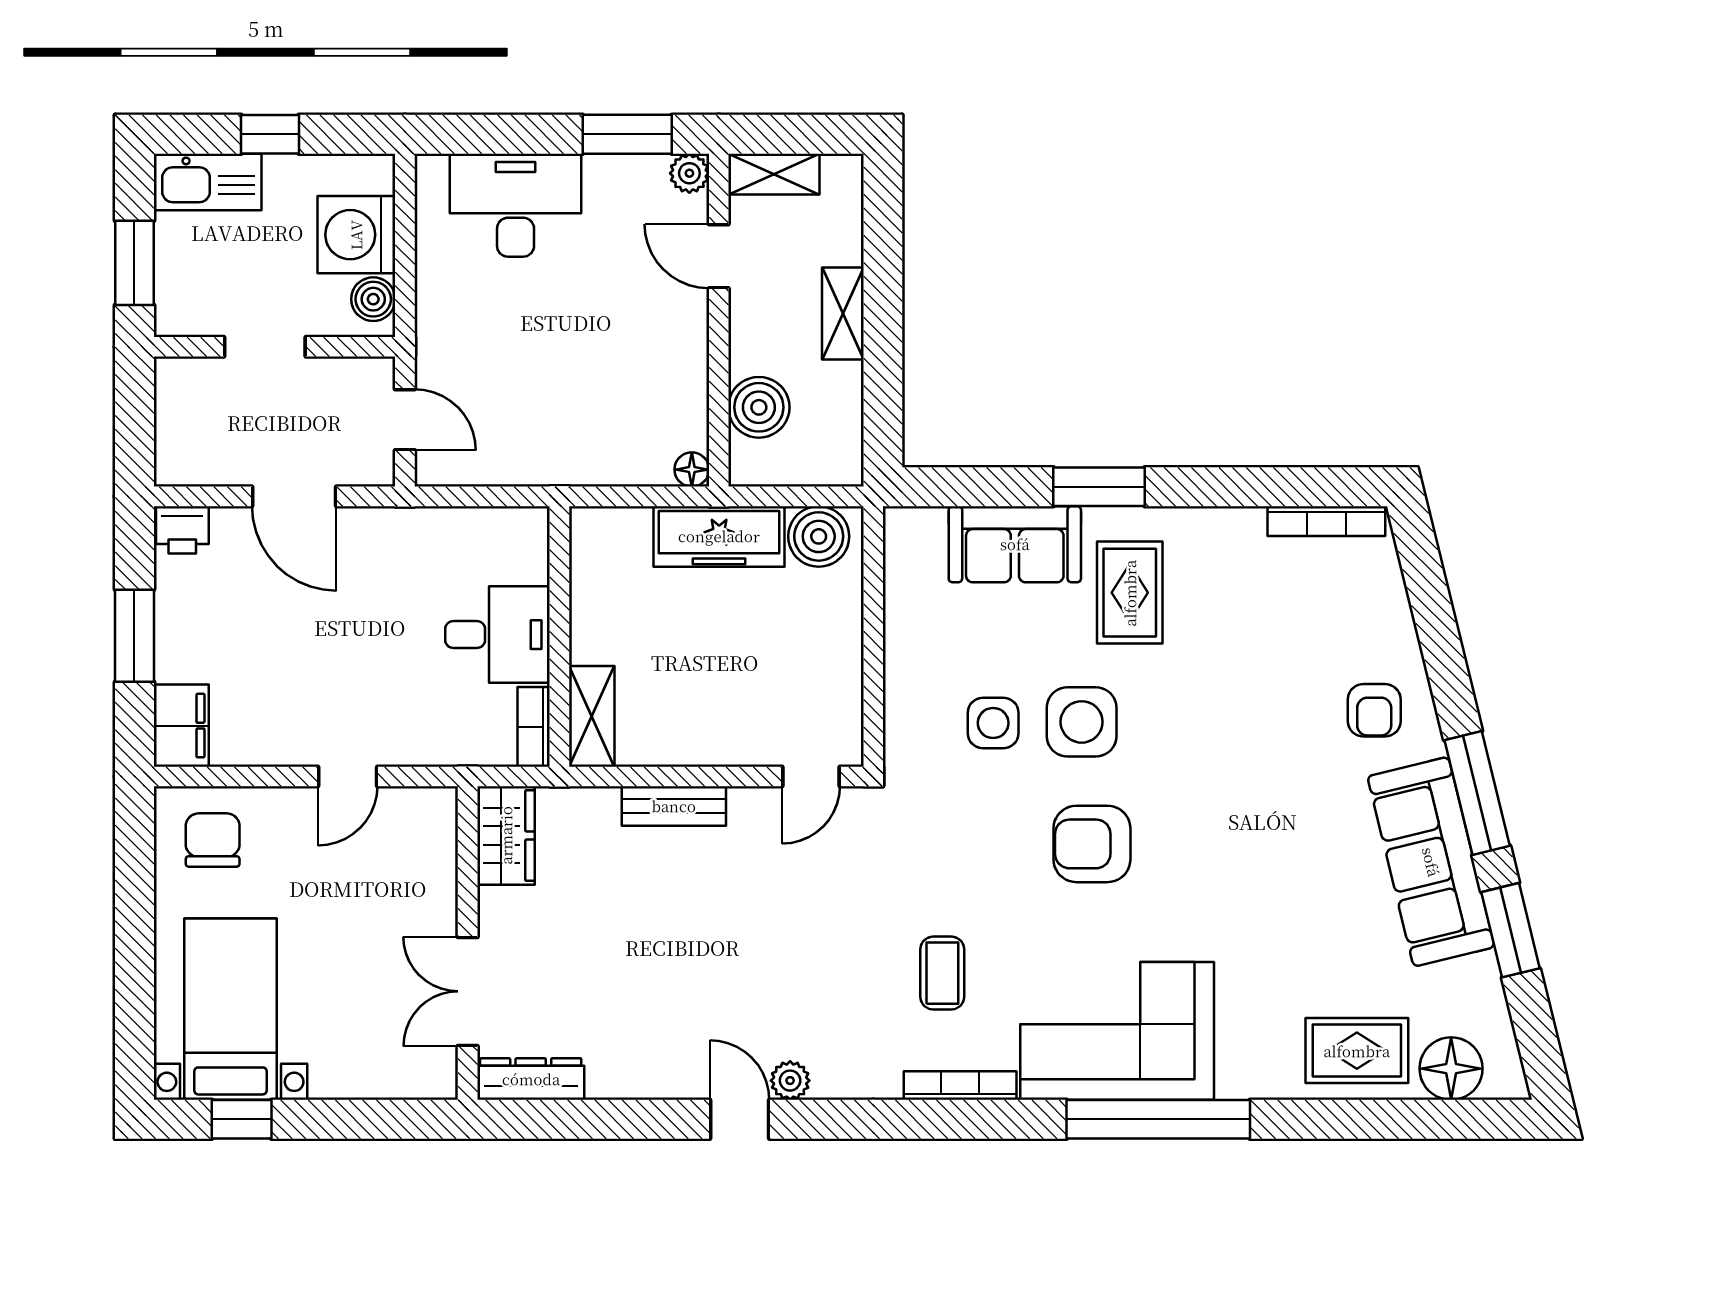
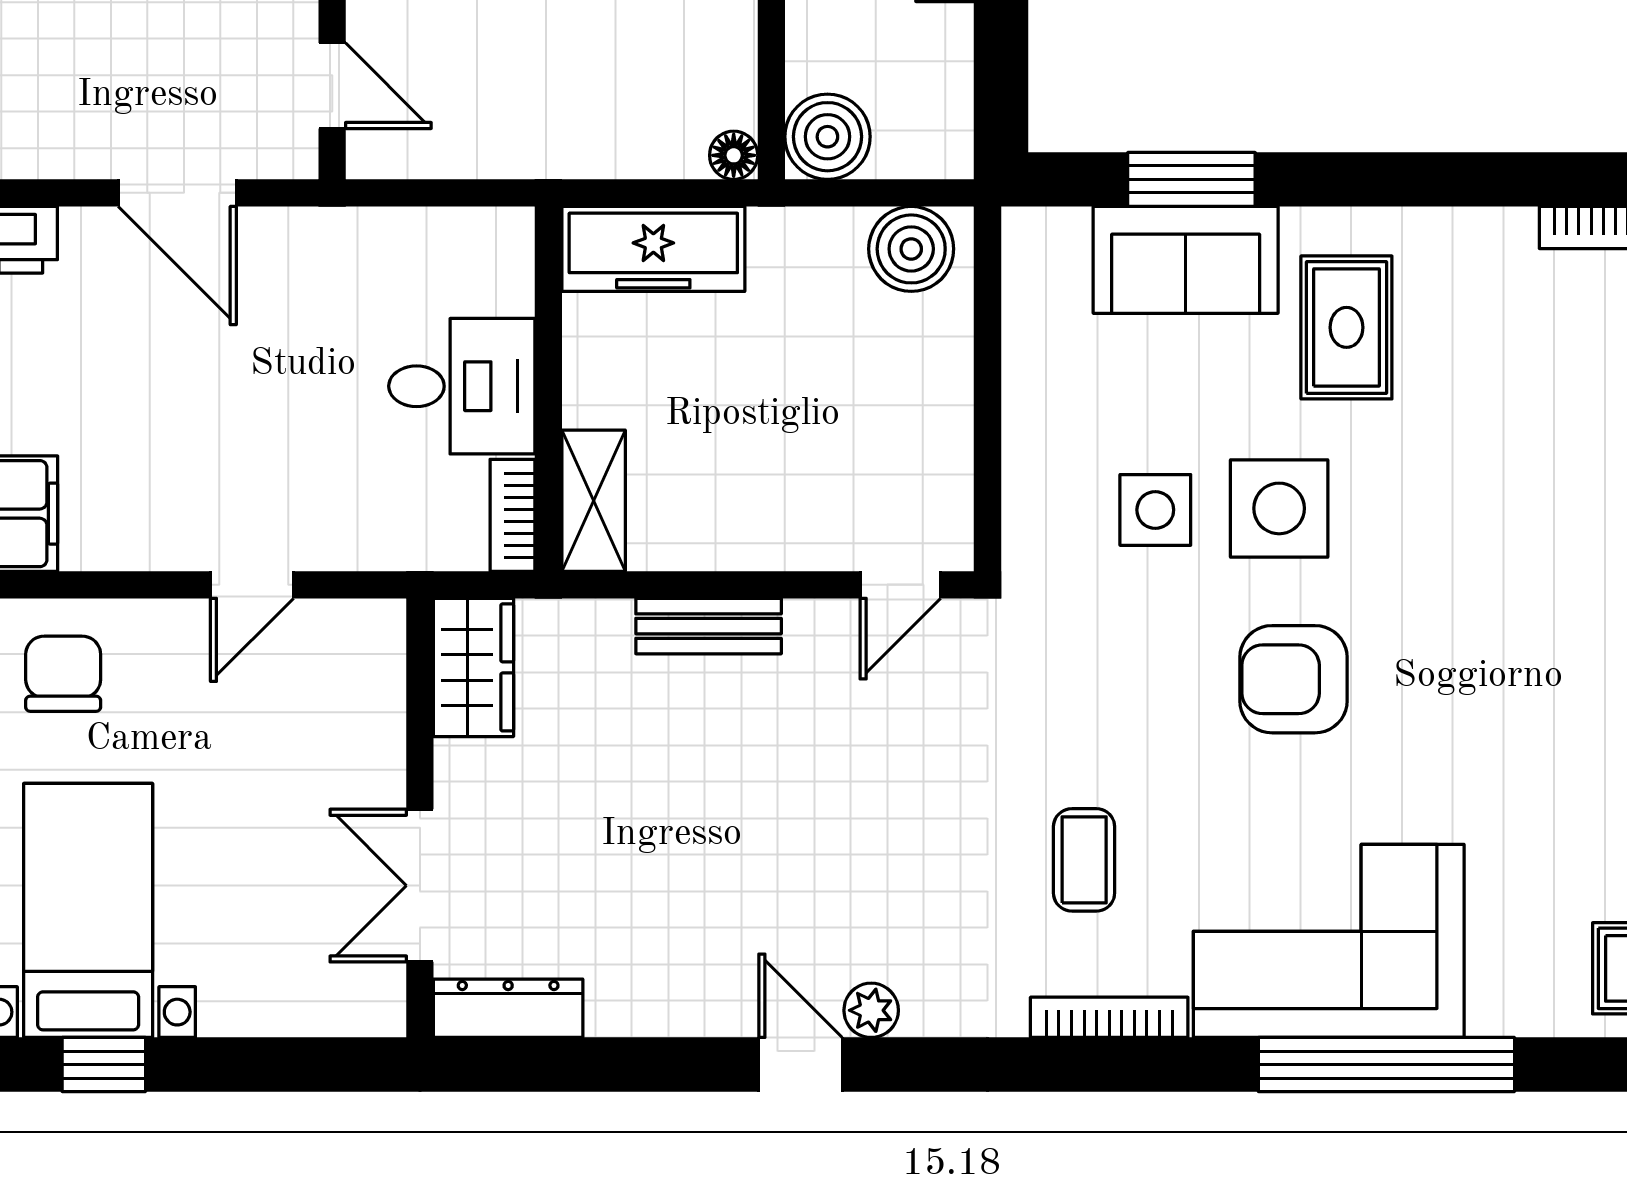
boiler: (759, 407) -> (827, 137), moved
window: (1099, 487) -> (1191, 179), moved
freezer: (719, 536) -> (653, 249), moved

